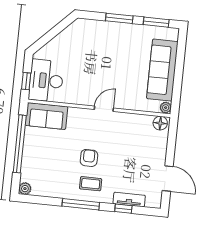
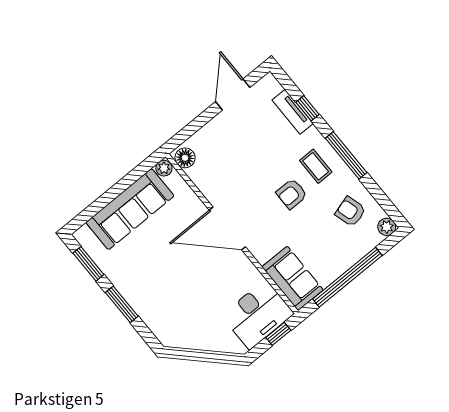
door: (104, 109) -> (227, 228), width x1.88
armchair: (51, 178) -> (350, 212), added

